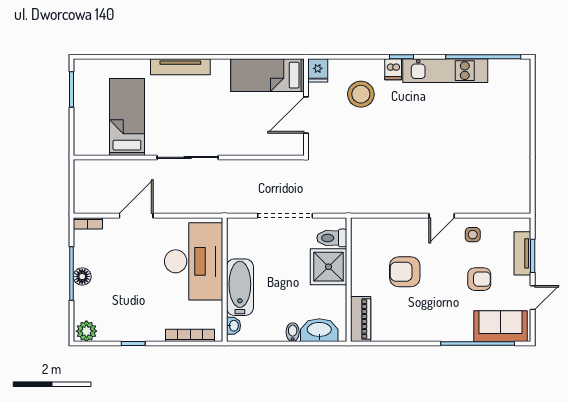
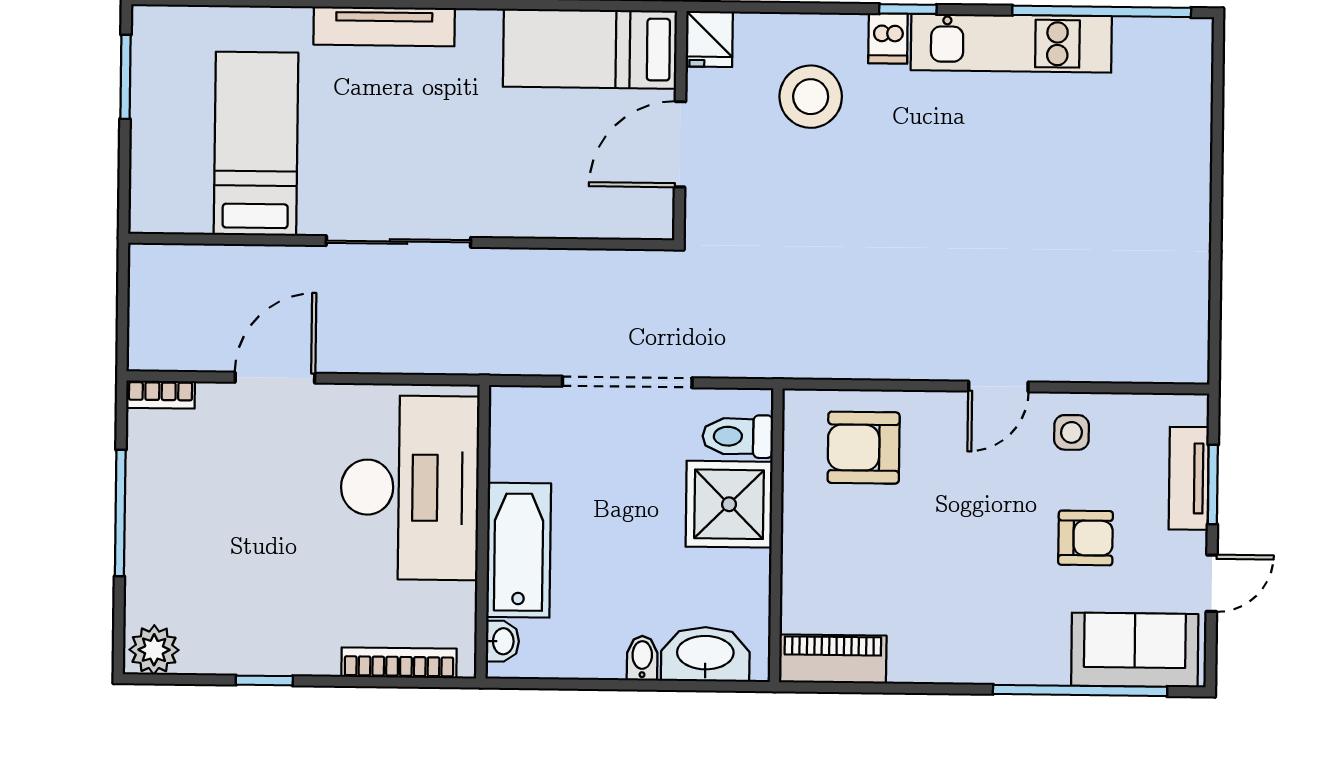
armchair: (405, 272) -> (864, 448), moved
floor lamp: (82, 277) -> (146, 520), removed
piano: (361, 319) -> (833, 659), moved, turned -90

